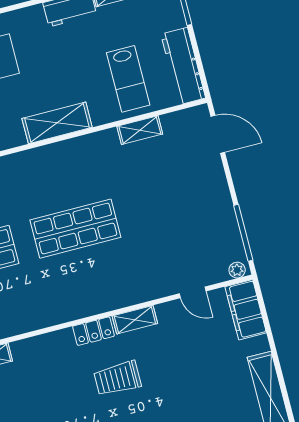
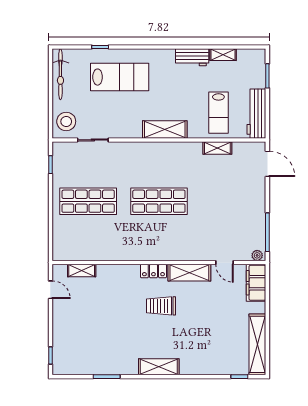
shelving: (135, 320) -> (189, 273), width x1.50, depth x1.33

